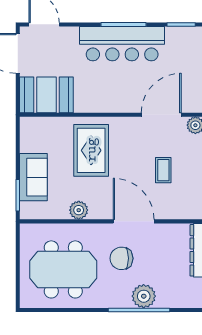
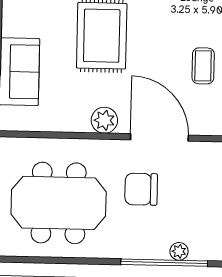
plant: (79, 210) -> (104, 120), moved
plant: (144, 296) -> (179, 251), width x0.53, depth x0.53

